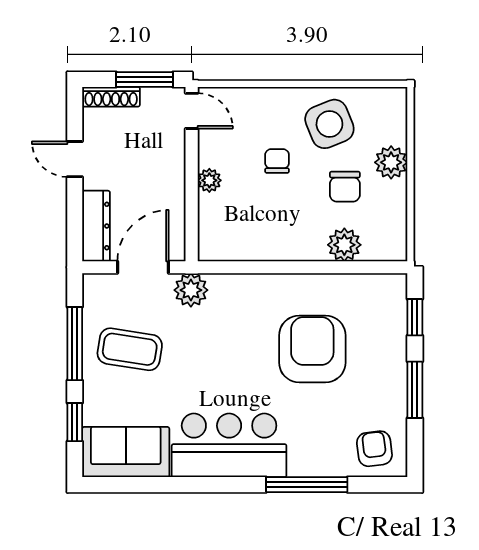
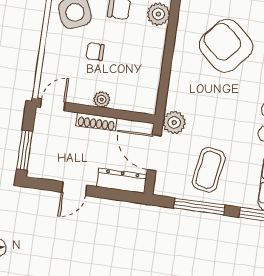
window: (145, 80) -> (25, 150), moved
shoe rack: (111, 97) -> (96, 122), moved, turned 90
armchair: (312, 349) -> (226, 46), turned 41

